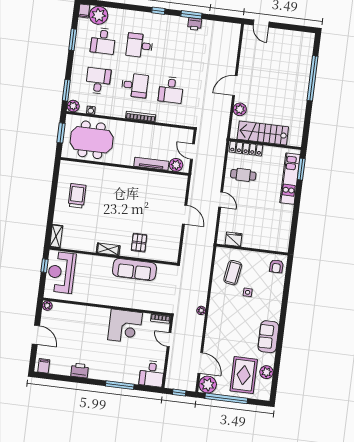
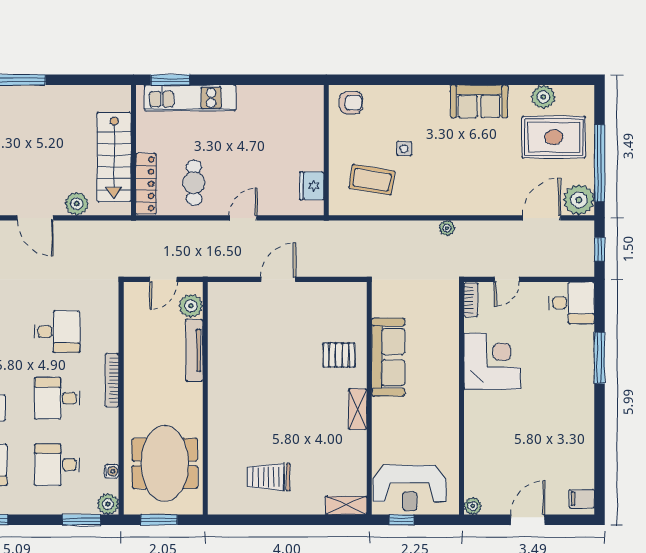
desk: (135, 85) -> (57, 398), turned -90
printer: (80, 370) -> (582, 433), removed

